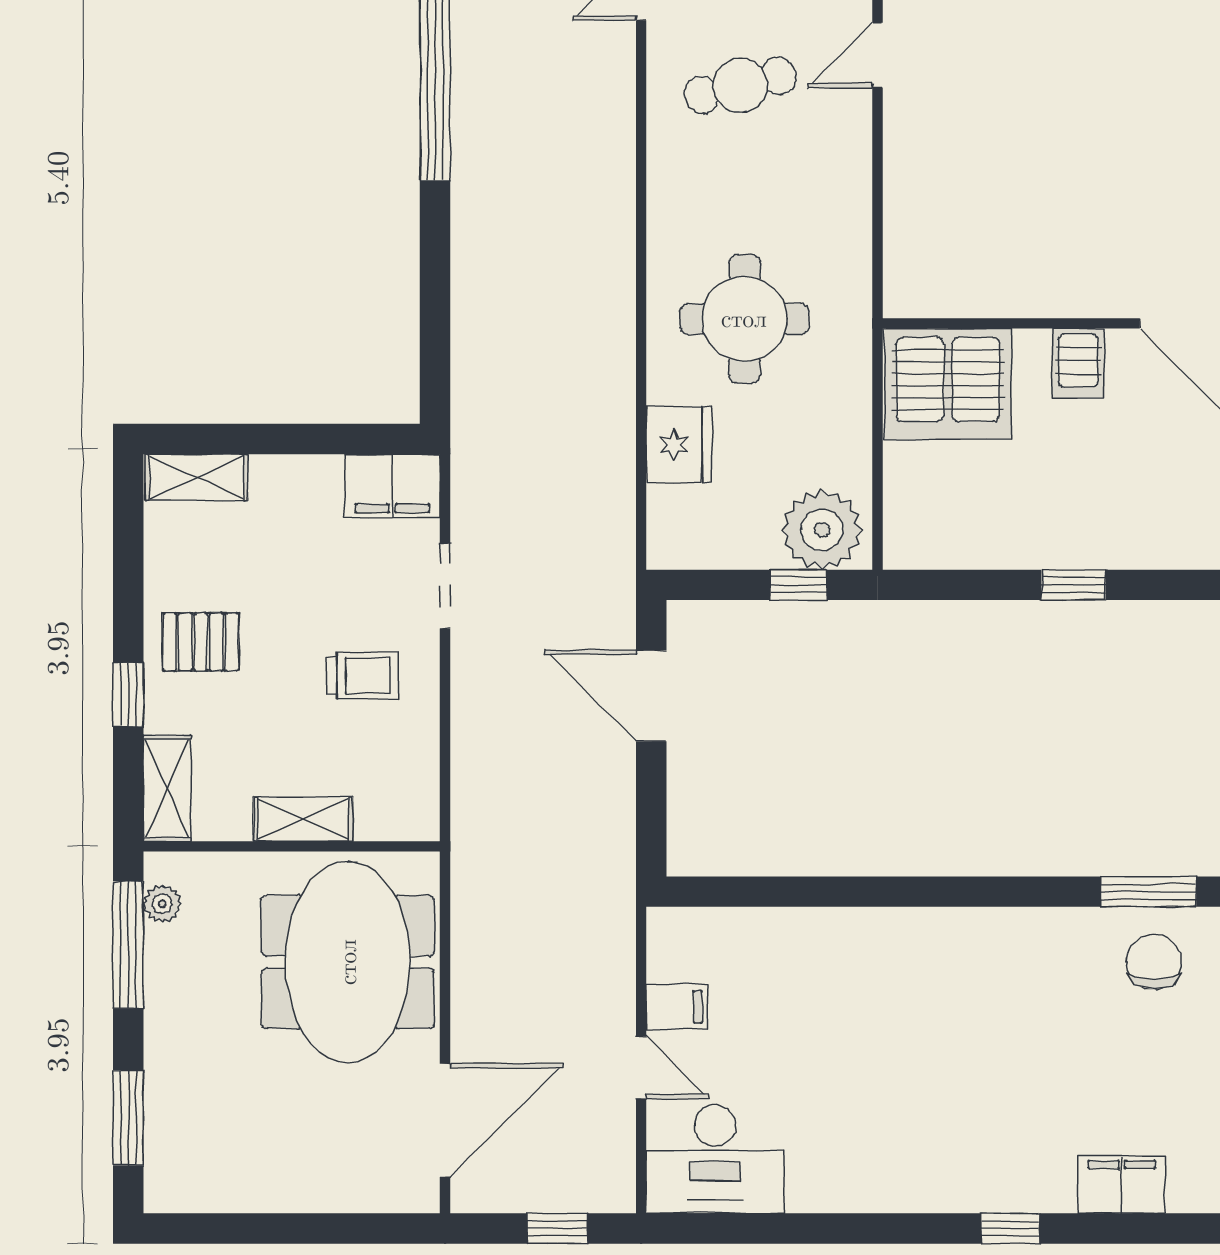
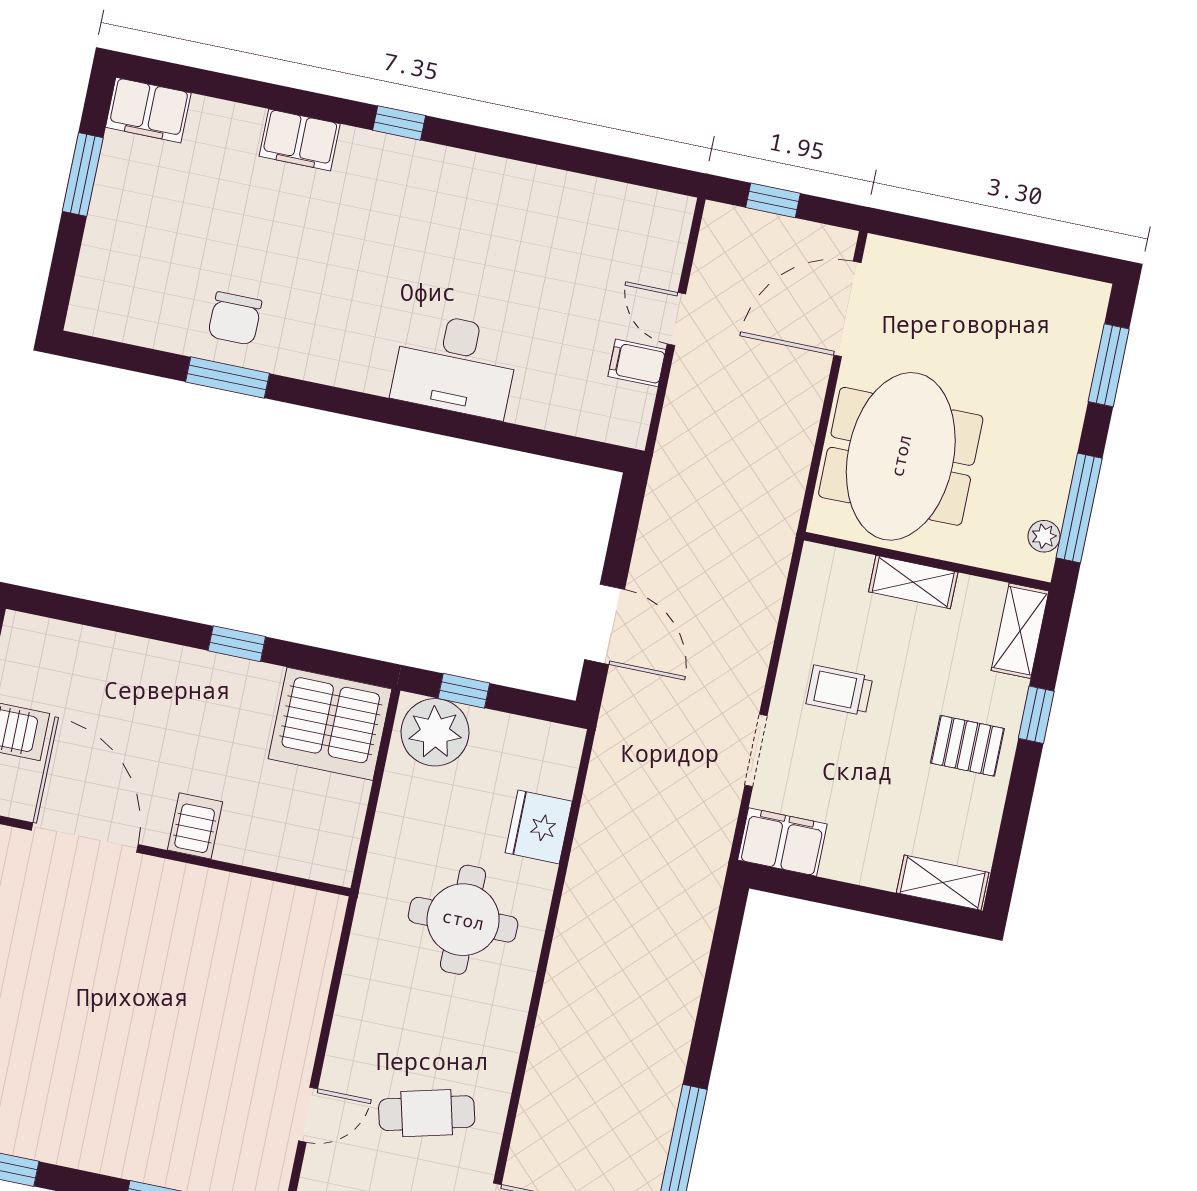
server rack: (948, 384) -> (330, 724), moved, turned 180
desk: (715, 1159) -> (455, 365), moved, turned 180

